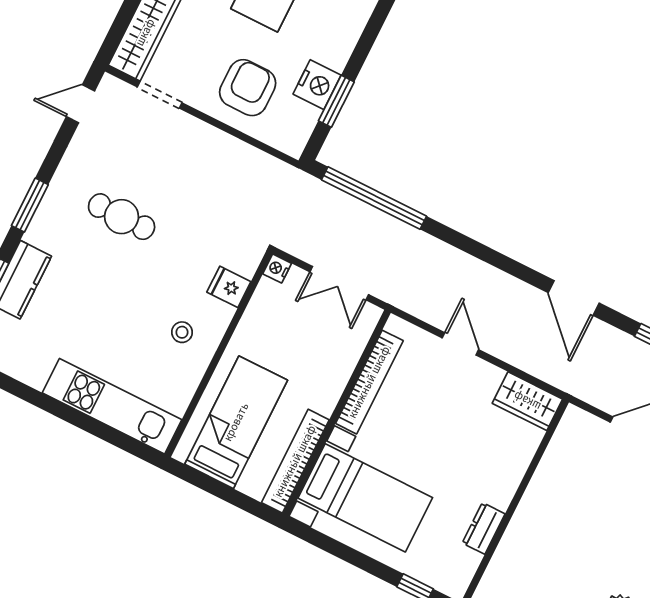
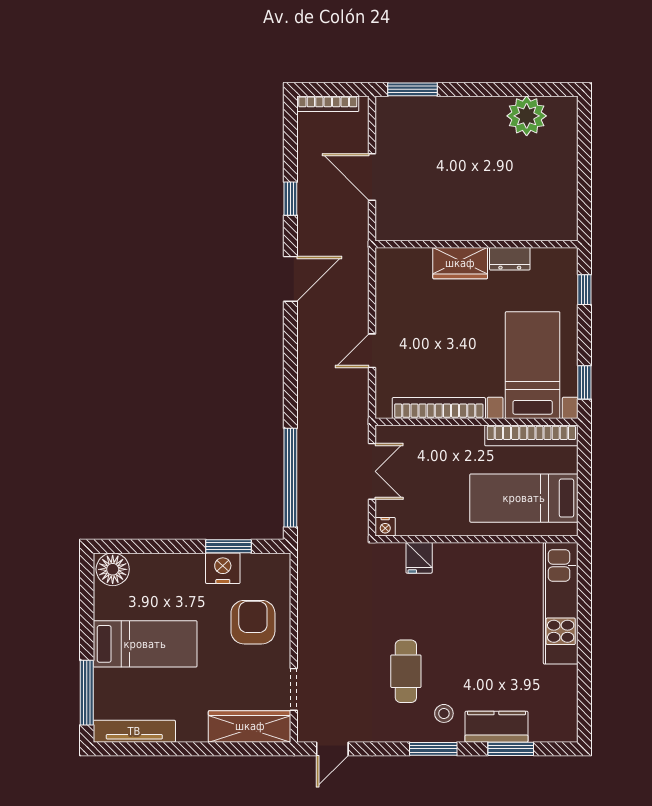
armchair: (248, 88) -> (253, 622), turned 90
door: (81, 104) -> (332, 749), hinge flipped
stool: (182, 332) -> (444, 713), moved
wardrobe: (527, 401) -> (460, 263), moved, turned 90
window: (322, 541) -> (584, 382), added

